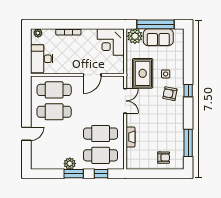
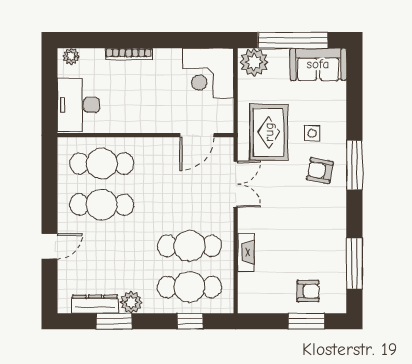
sofa: (158, 37) -> (318, 64), moved
door: (92, 75) -> (197, 135), moved
window: (188, 91) -> (354, 165), width x2.17
dresser: (51, 164) -> (95, 304), added
window: (74, 174) -> (114, 321), moved
window: (163, 174) -> (306, 321), added

